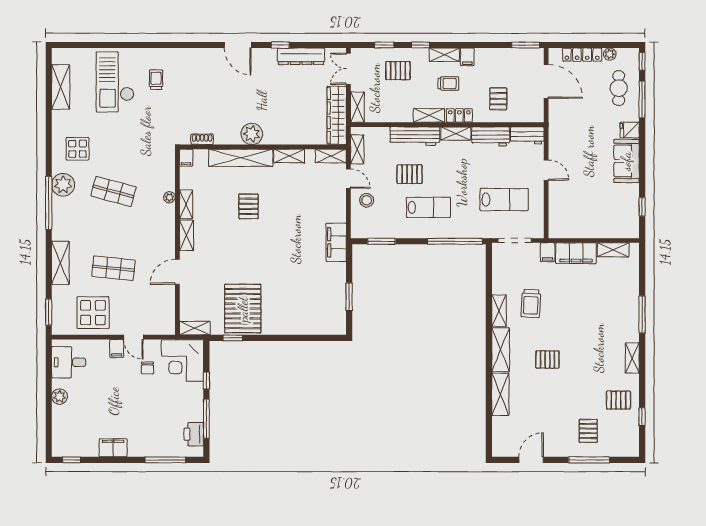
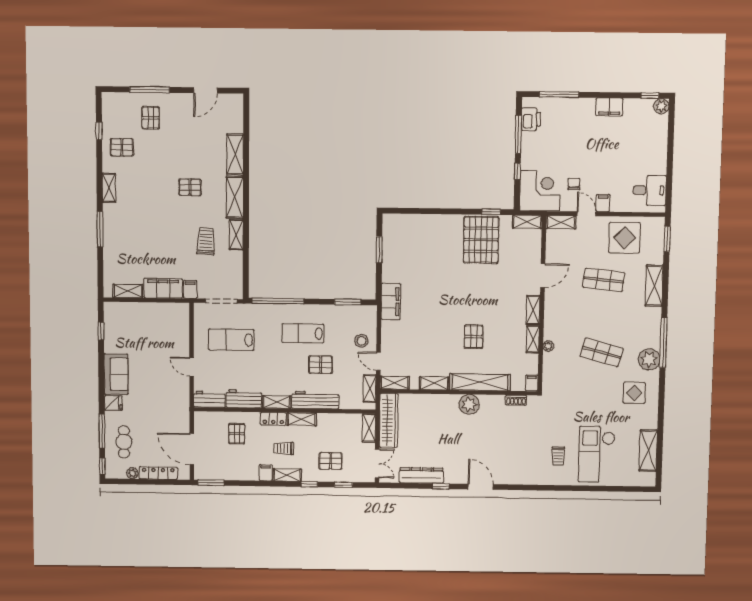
checkout: (115, 82) -> (597, 454), turned 180
shelving: (160, 328) -> (561, 222), added
plant: (60, 397) -> (661, 106), moved

